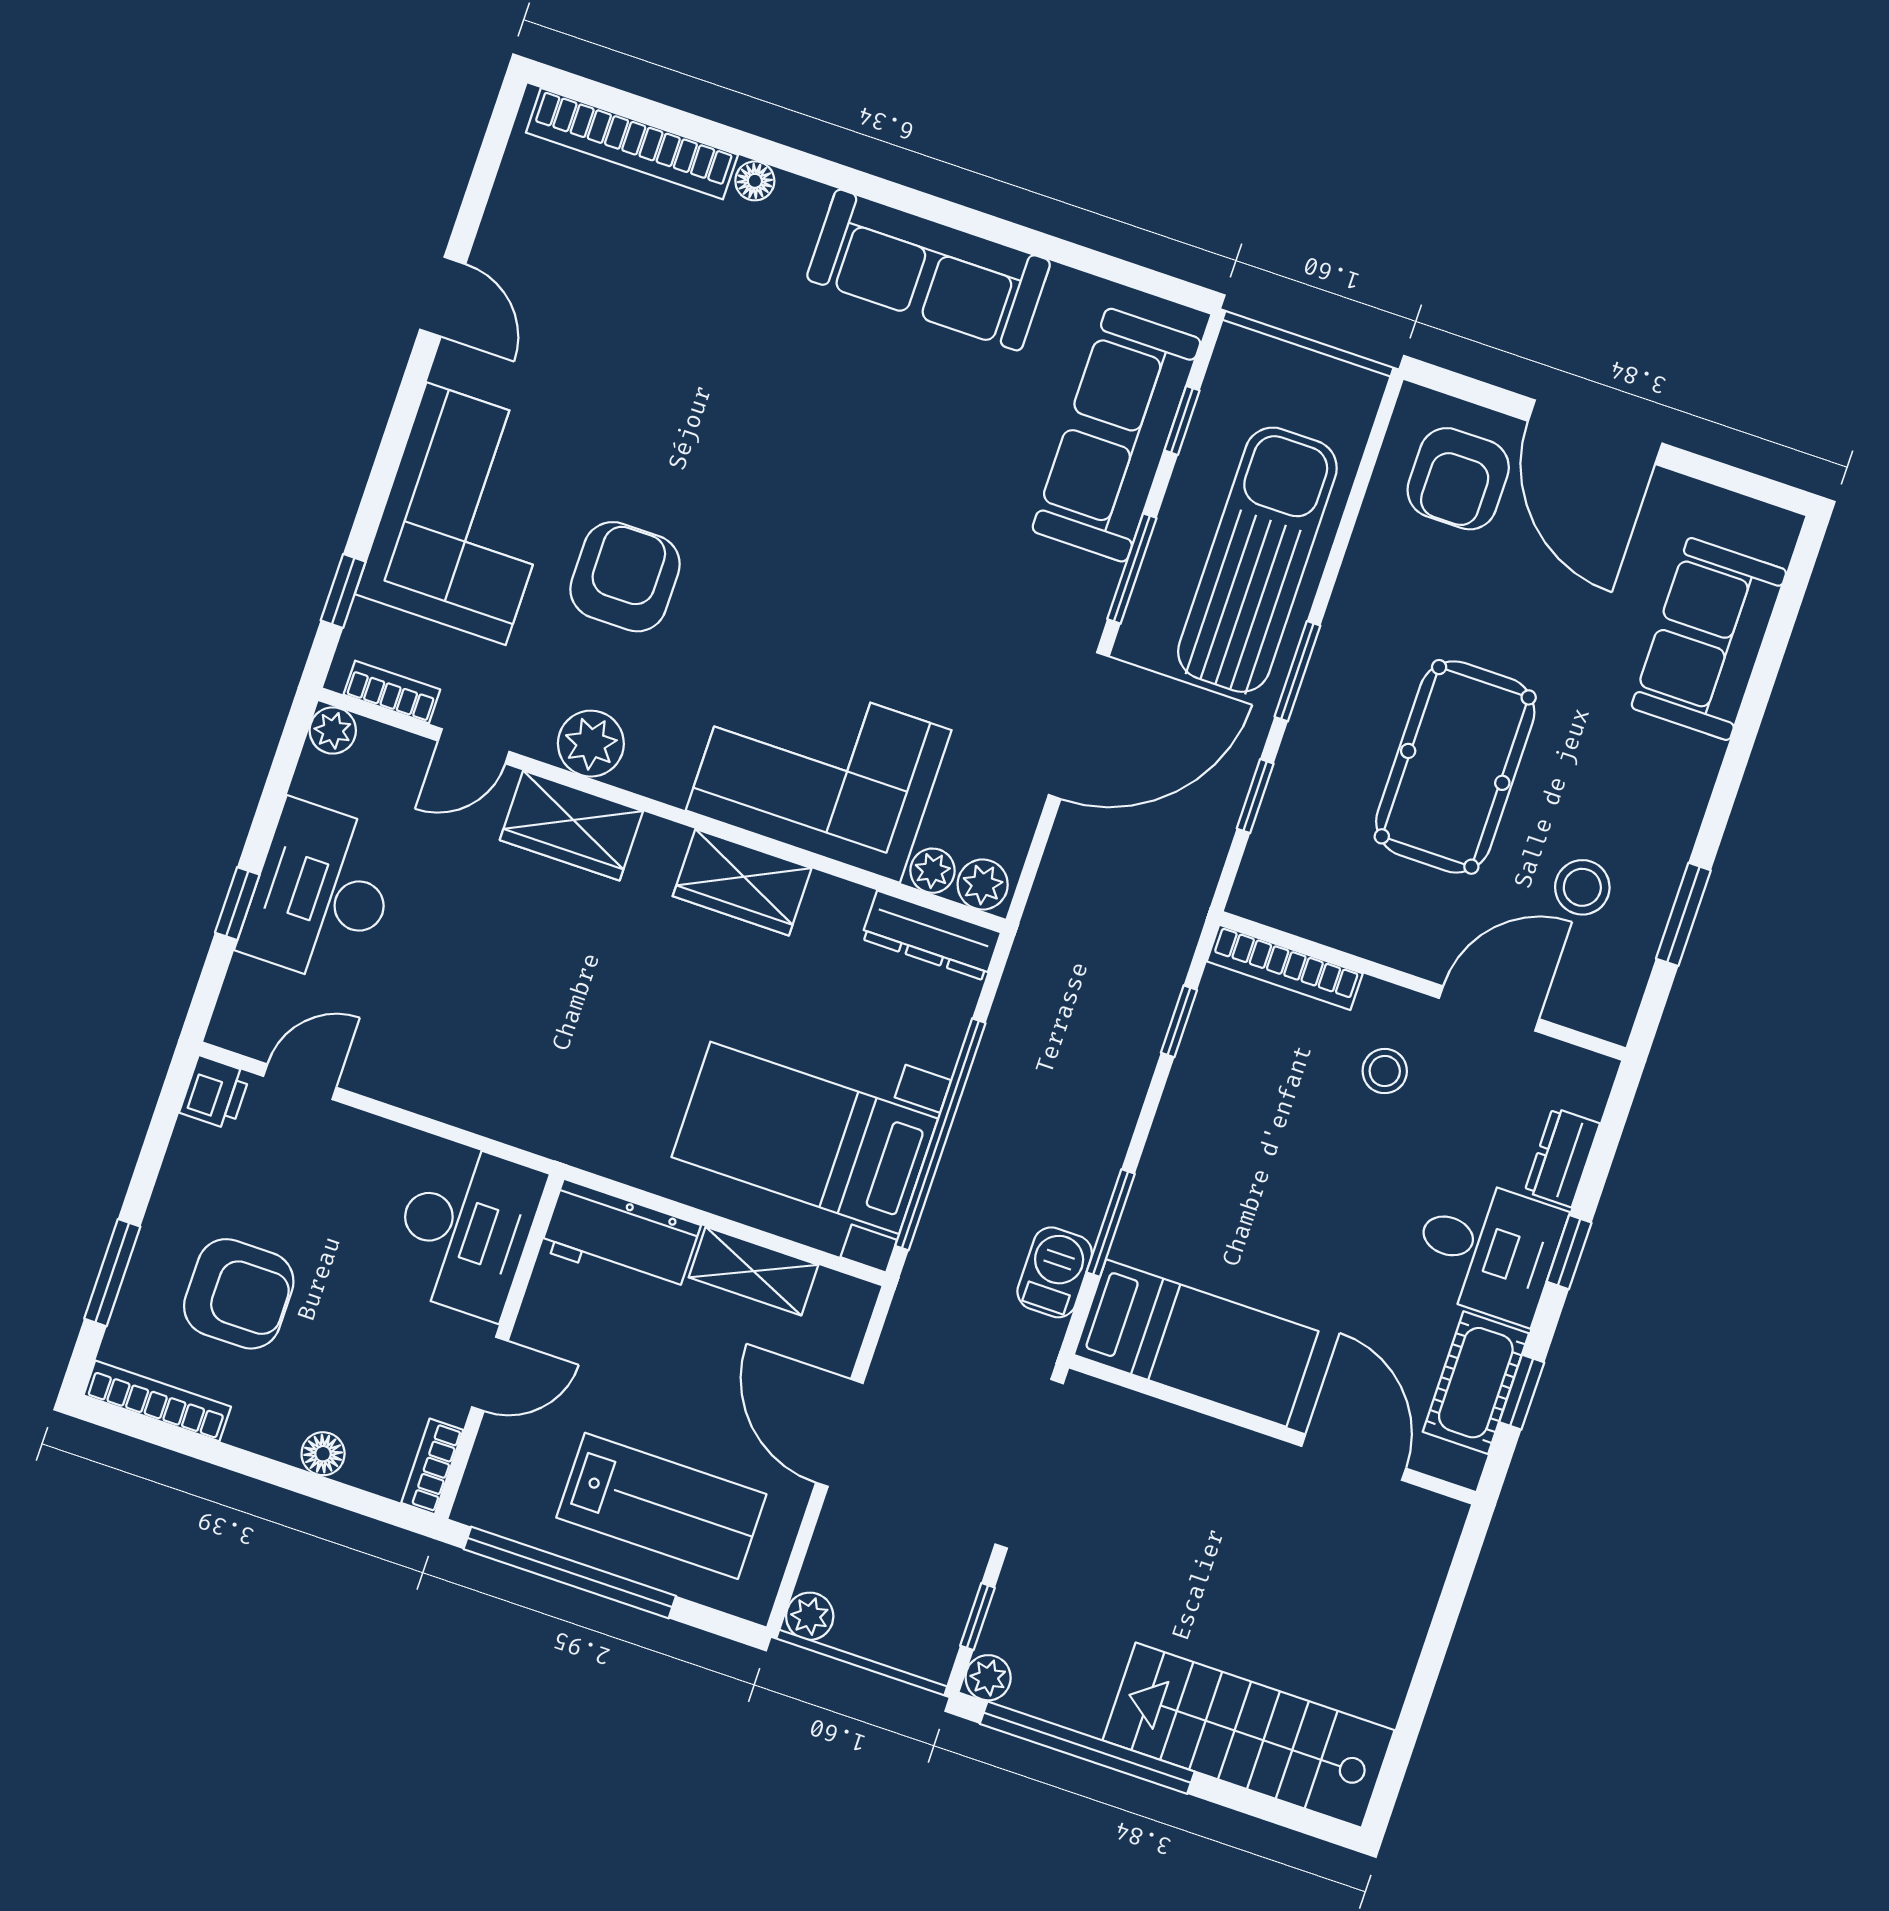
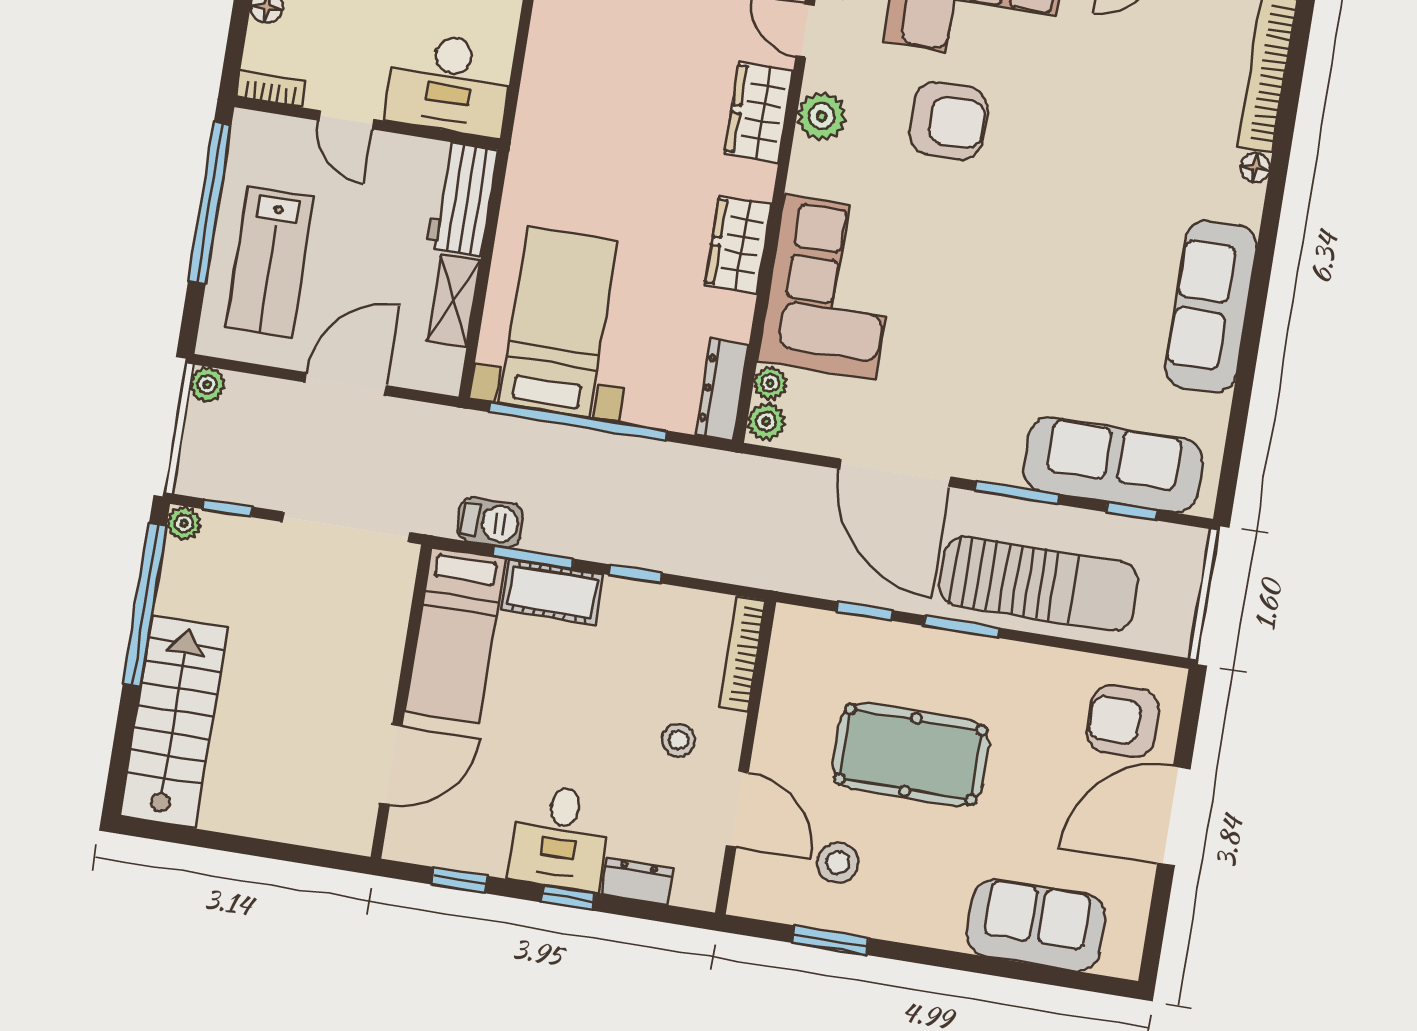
window: (1179, 1021) -> (635, 574), moved
cot: (1476, 1383) -> (552, 592), moved

